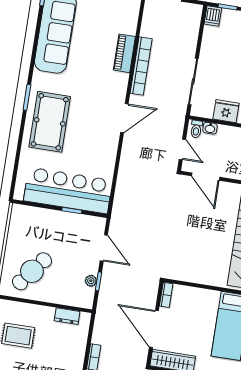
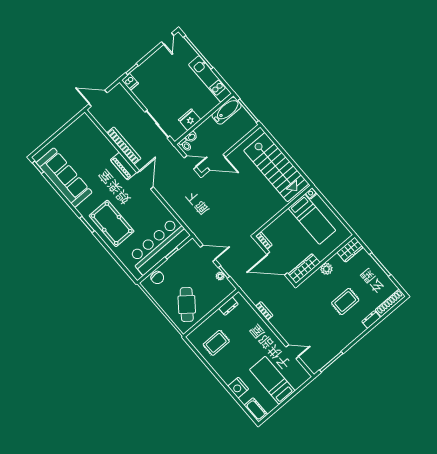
piano: (124, 53) -> (123, 166), moved
chair: (34, 217) -> (157, 278), added

